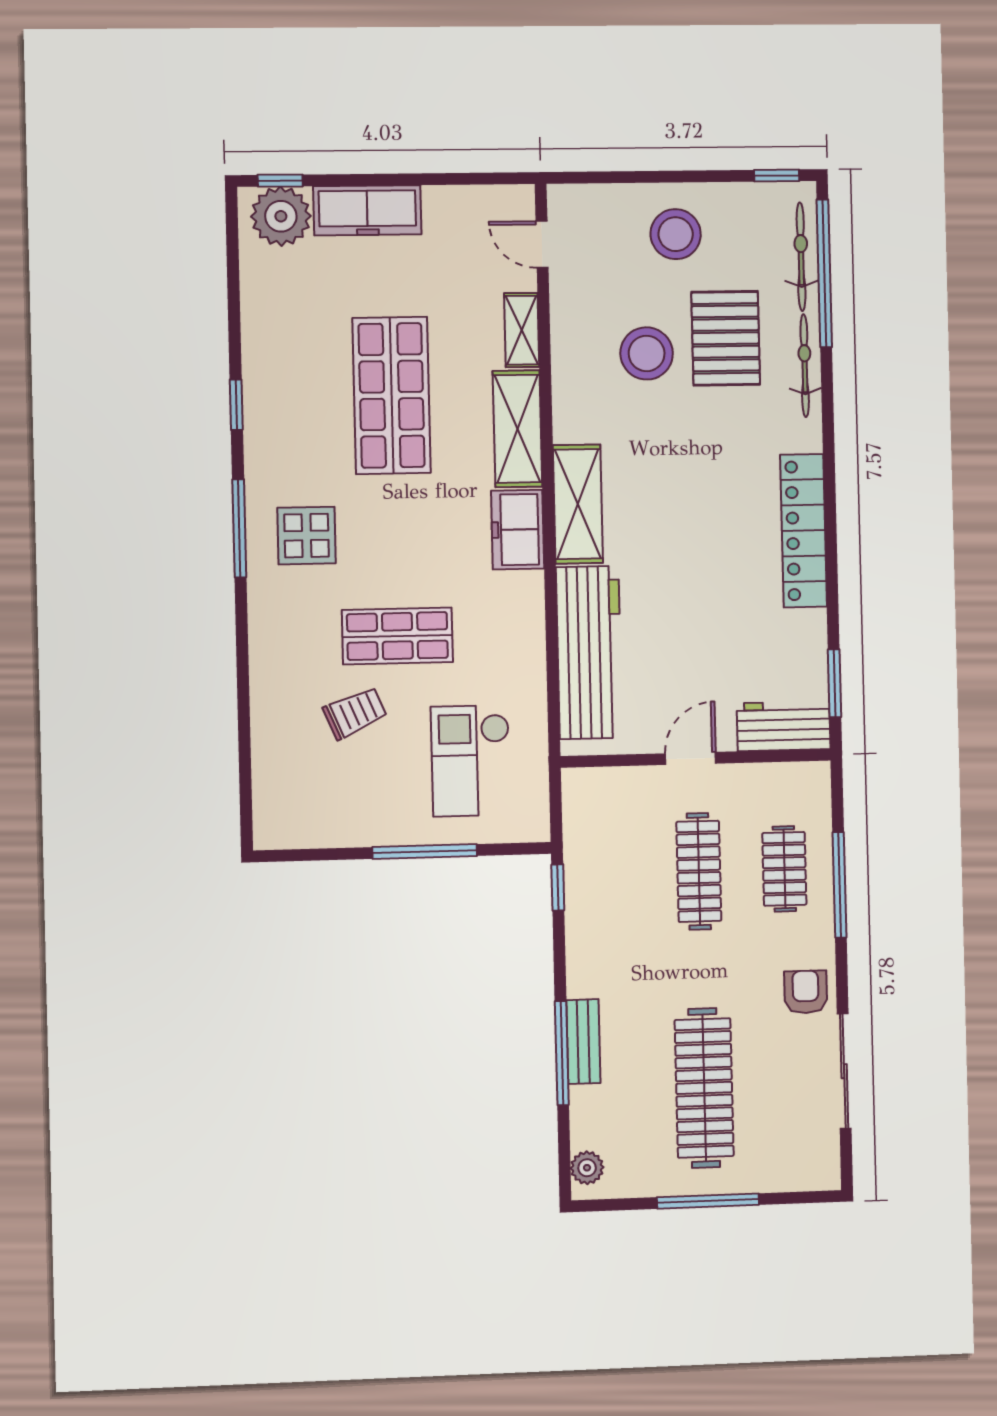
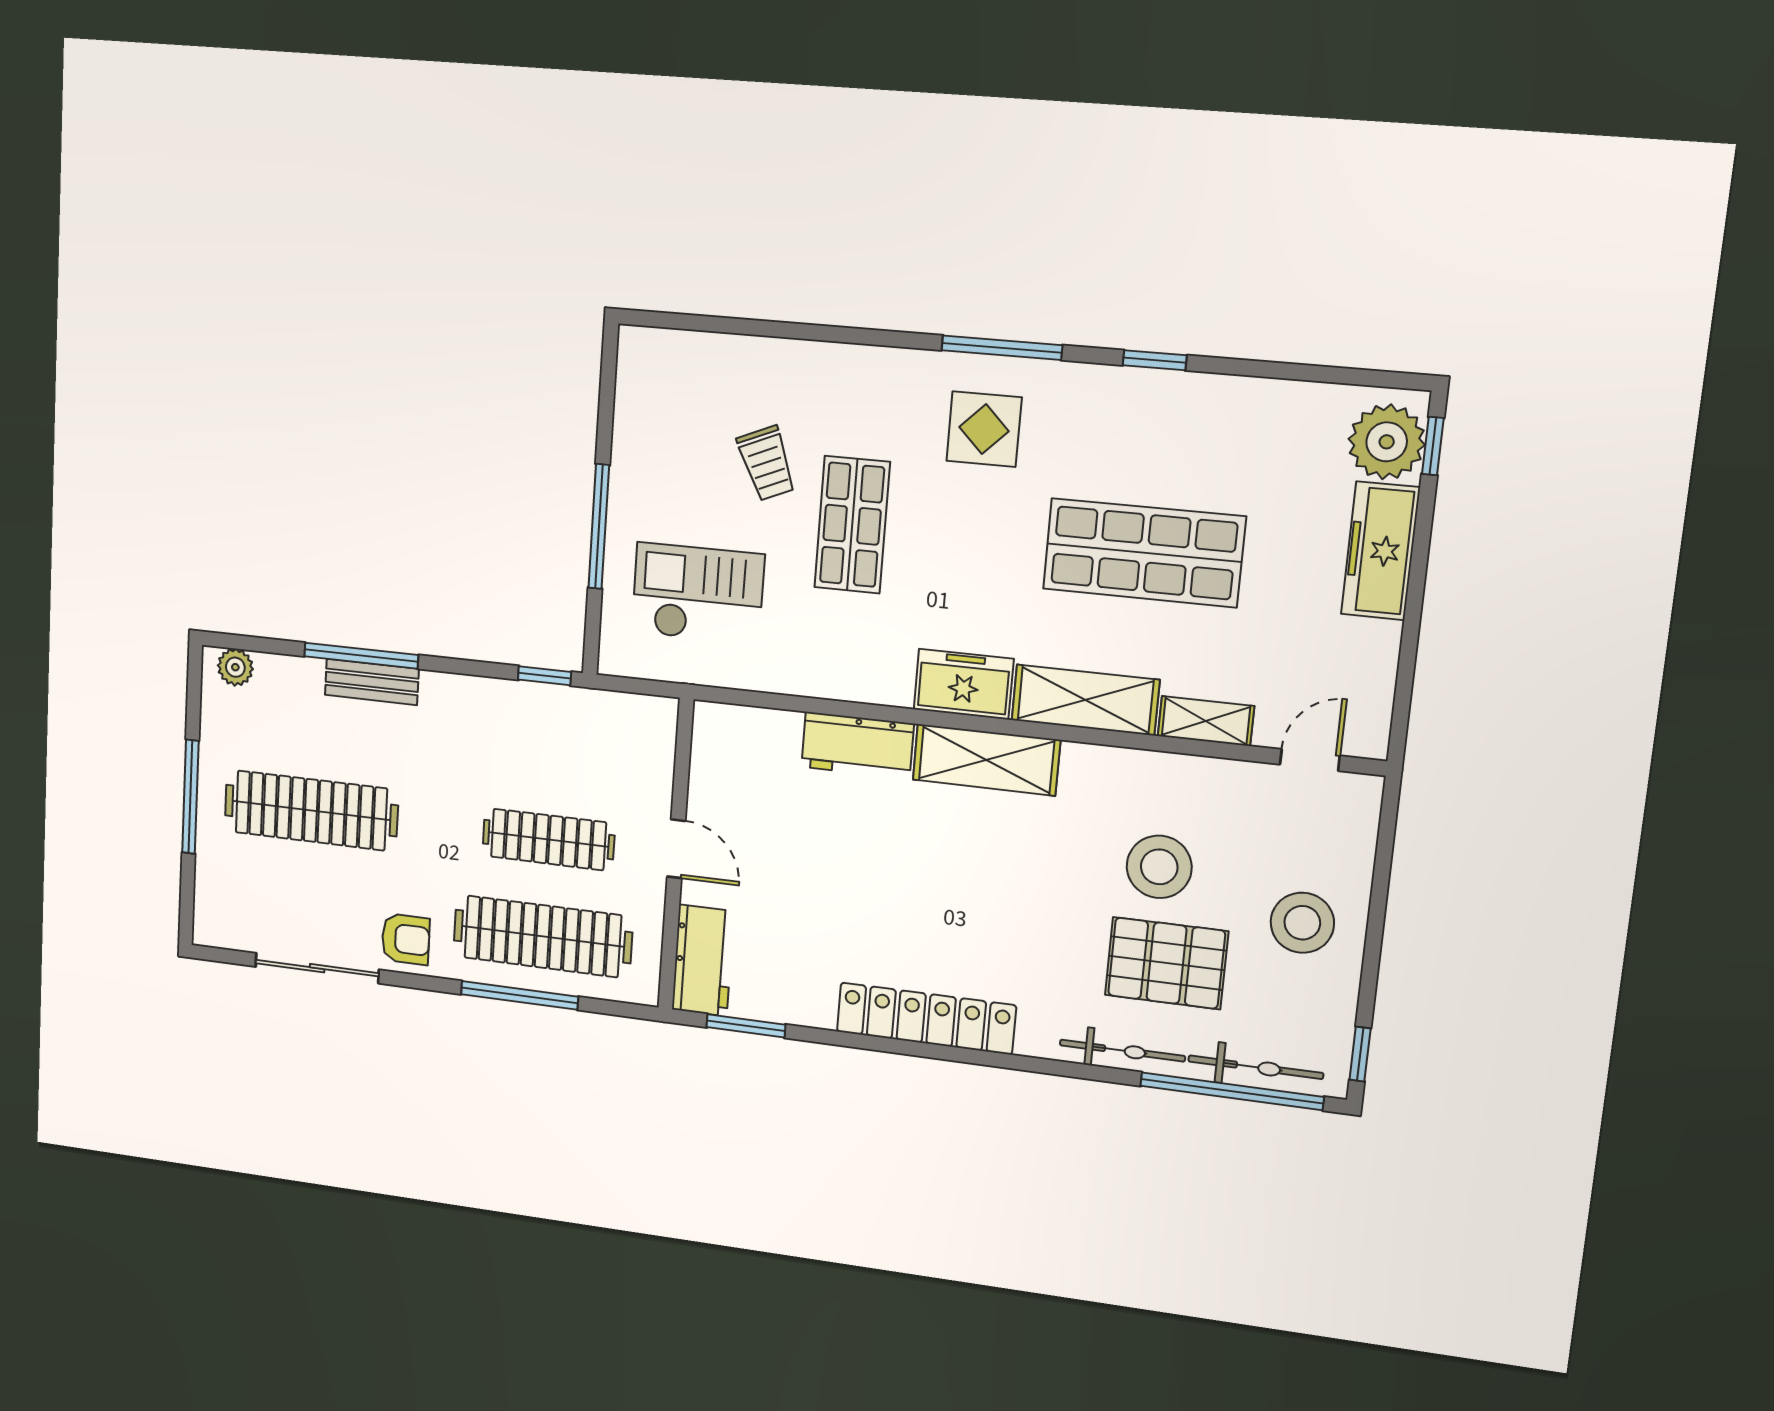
workbench: (589, 652) -> (858, 745), width x0.53, depth x0.76
clothes rail: (784, 869) -> (543, 936), width x1.86, depth x1.31

